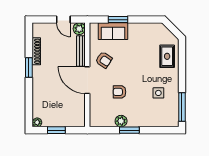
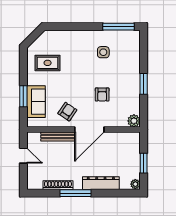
door: (63, 20) -> (23, 156), hinge flipped
plant: (79, 29) -> (33, 138), removed
rug: (167, 56) -> (48, 63), moved
window: (29, 67) -> (76, 193), width x1.44
dresser: (38, 91) -> (101, 183), added
plant: (121, 121) -> (134, 121), moved

